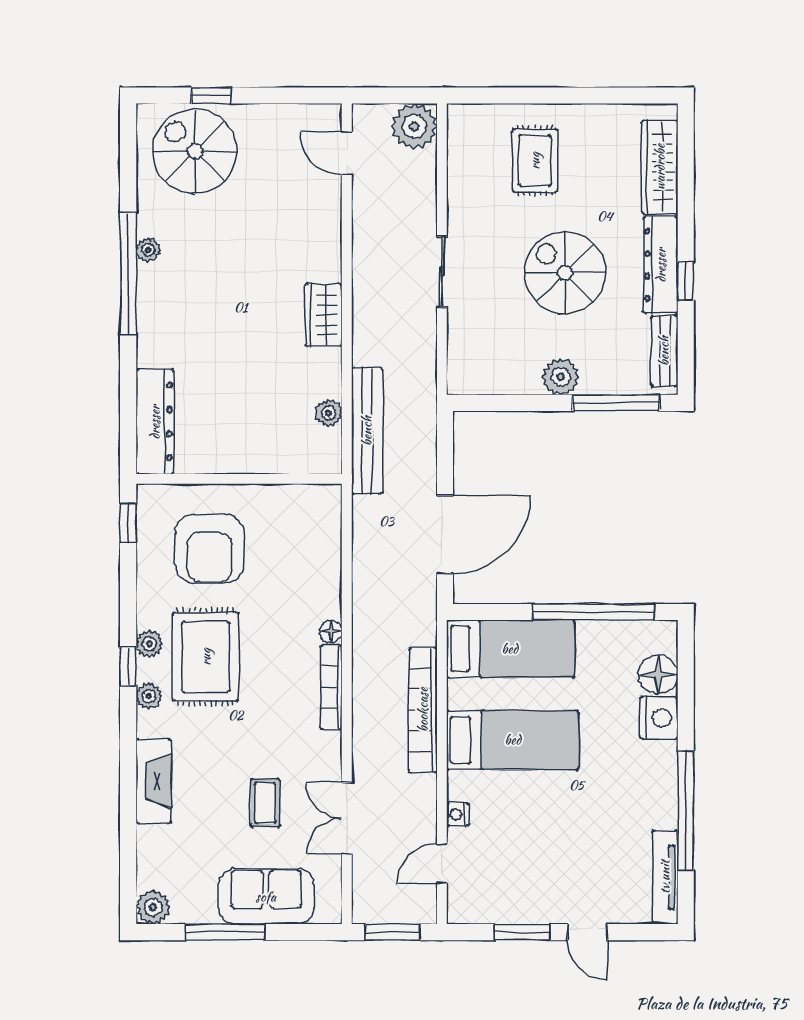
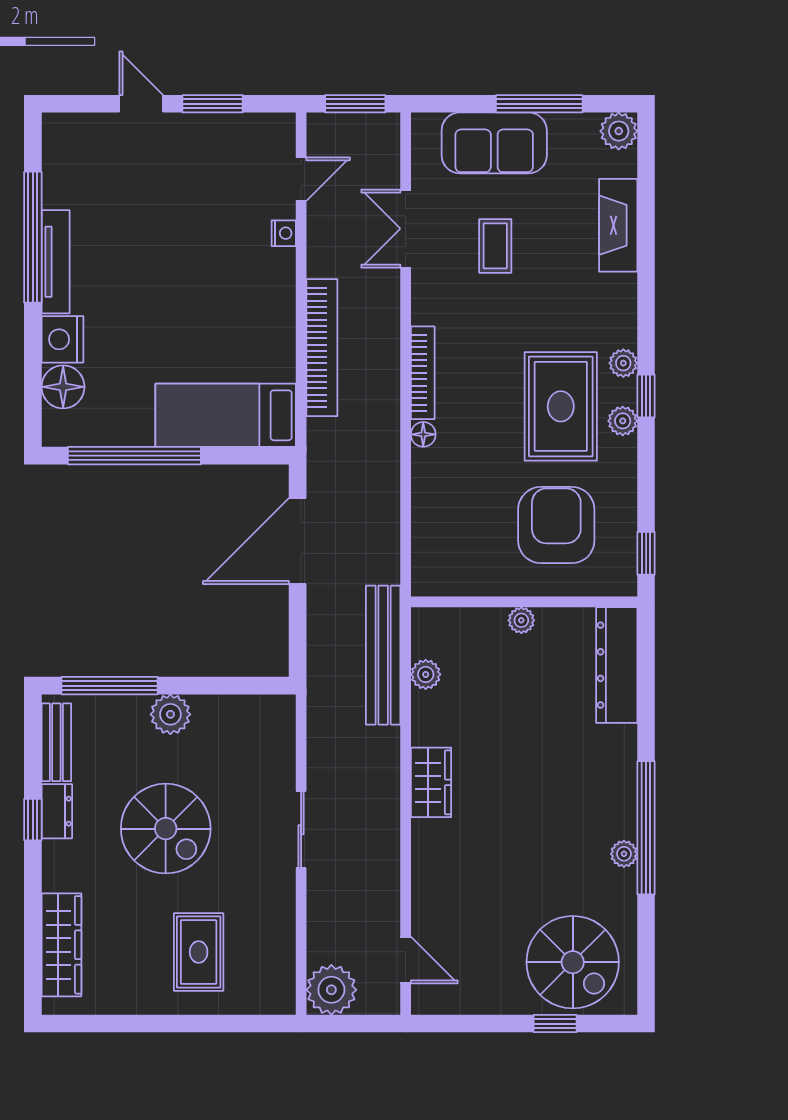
dresser: (661, 265) -> (57, 811), width x0.51, depth x0.80
plant: (242, 462) -> (521, 620), added
bed: (513, 740) -> (223, 315), removed
fireplace: (153, 781) -> (618, 225), moved
double door: (347, 818) -> (406, 229), swing flipped
tv unit: (665, 877) -> (56, 262), moved

